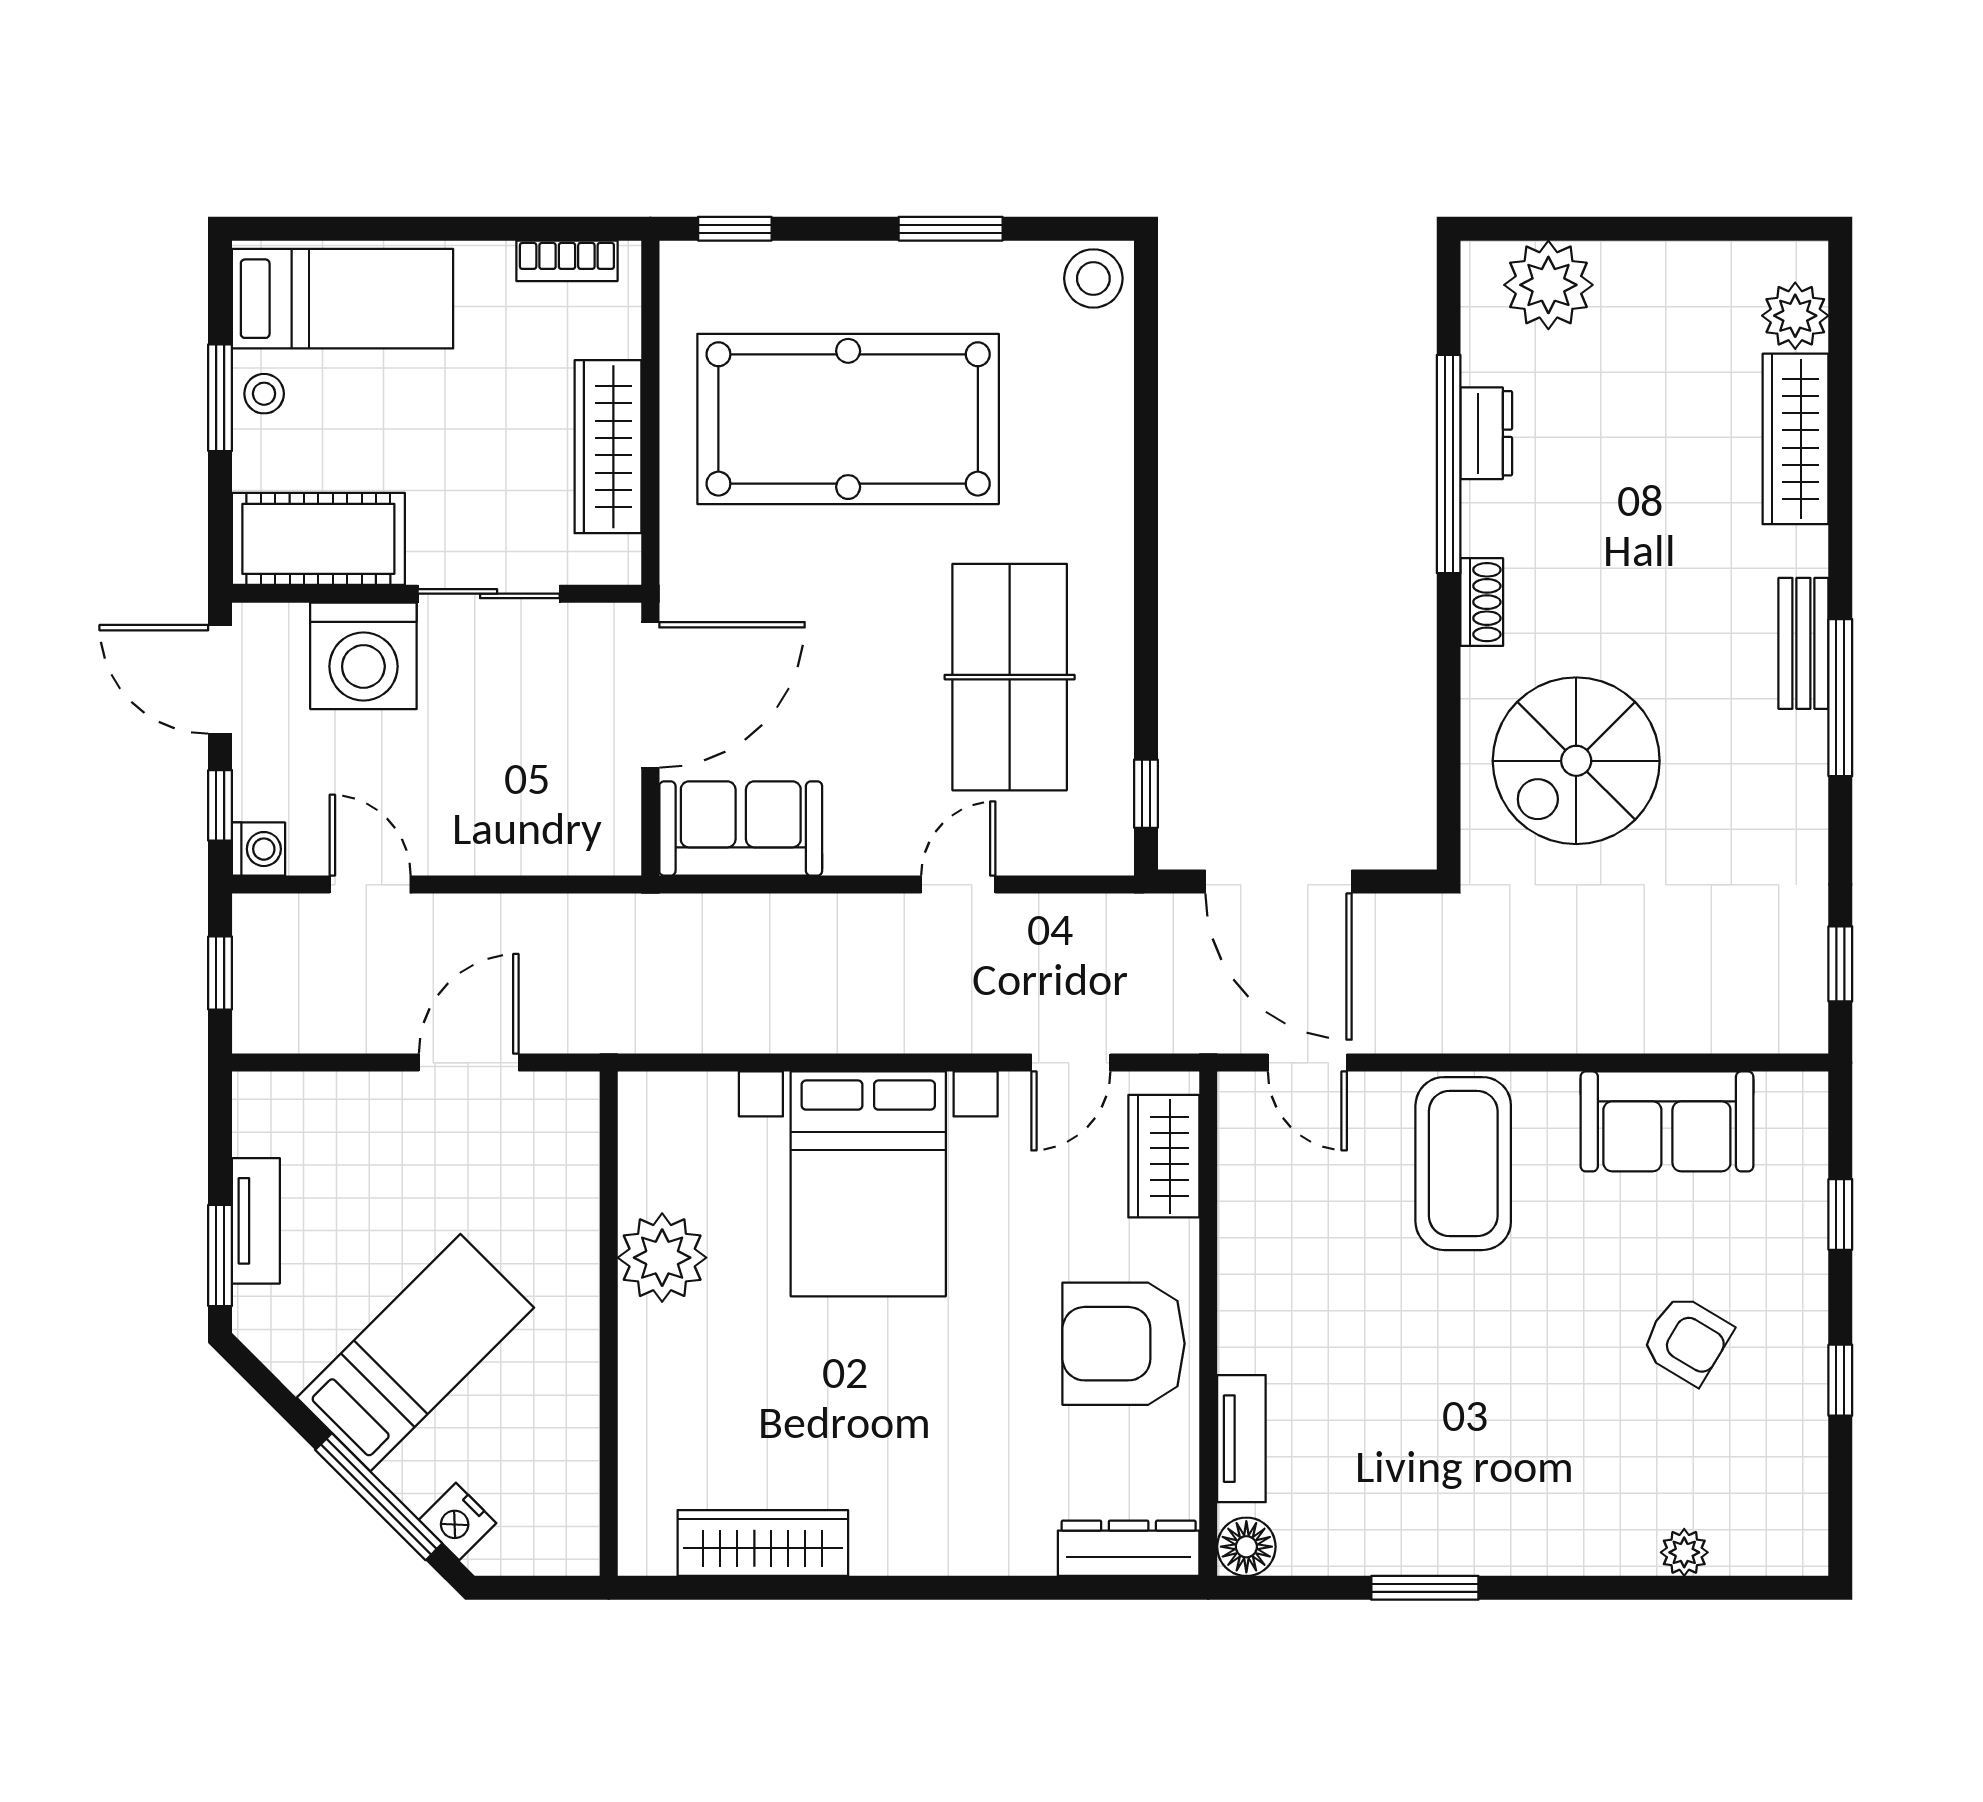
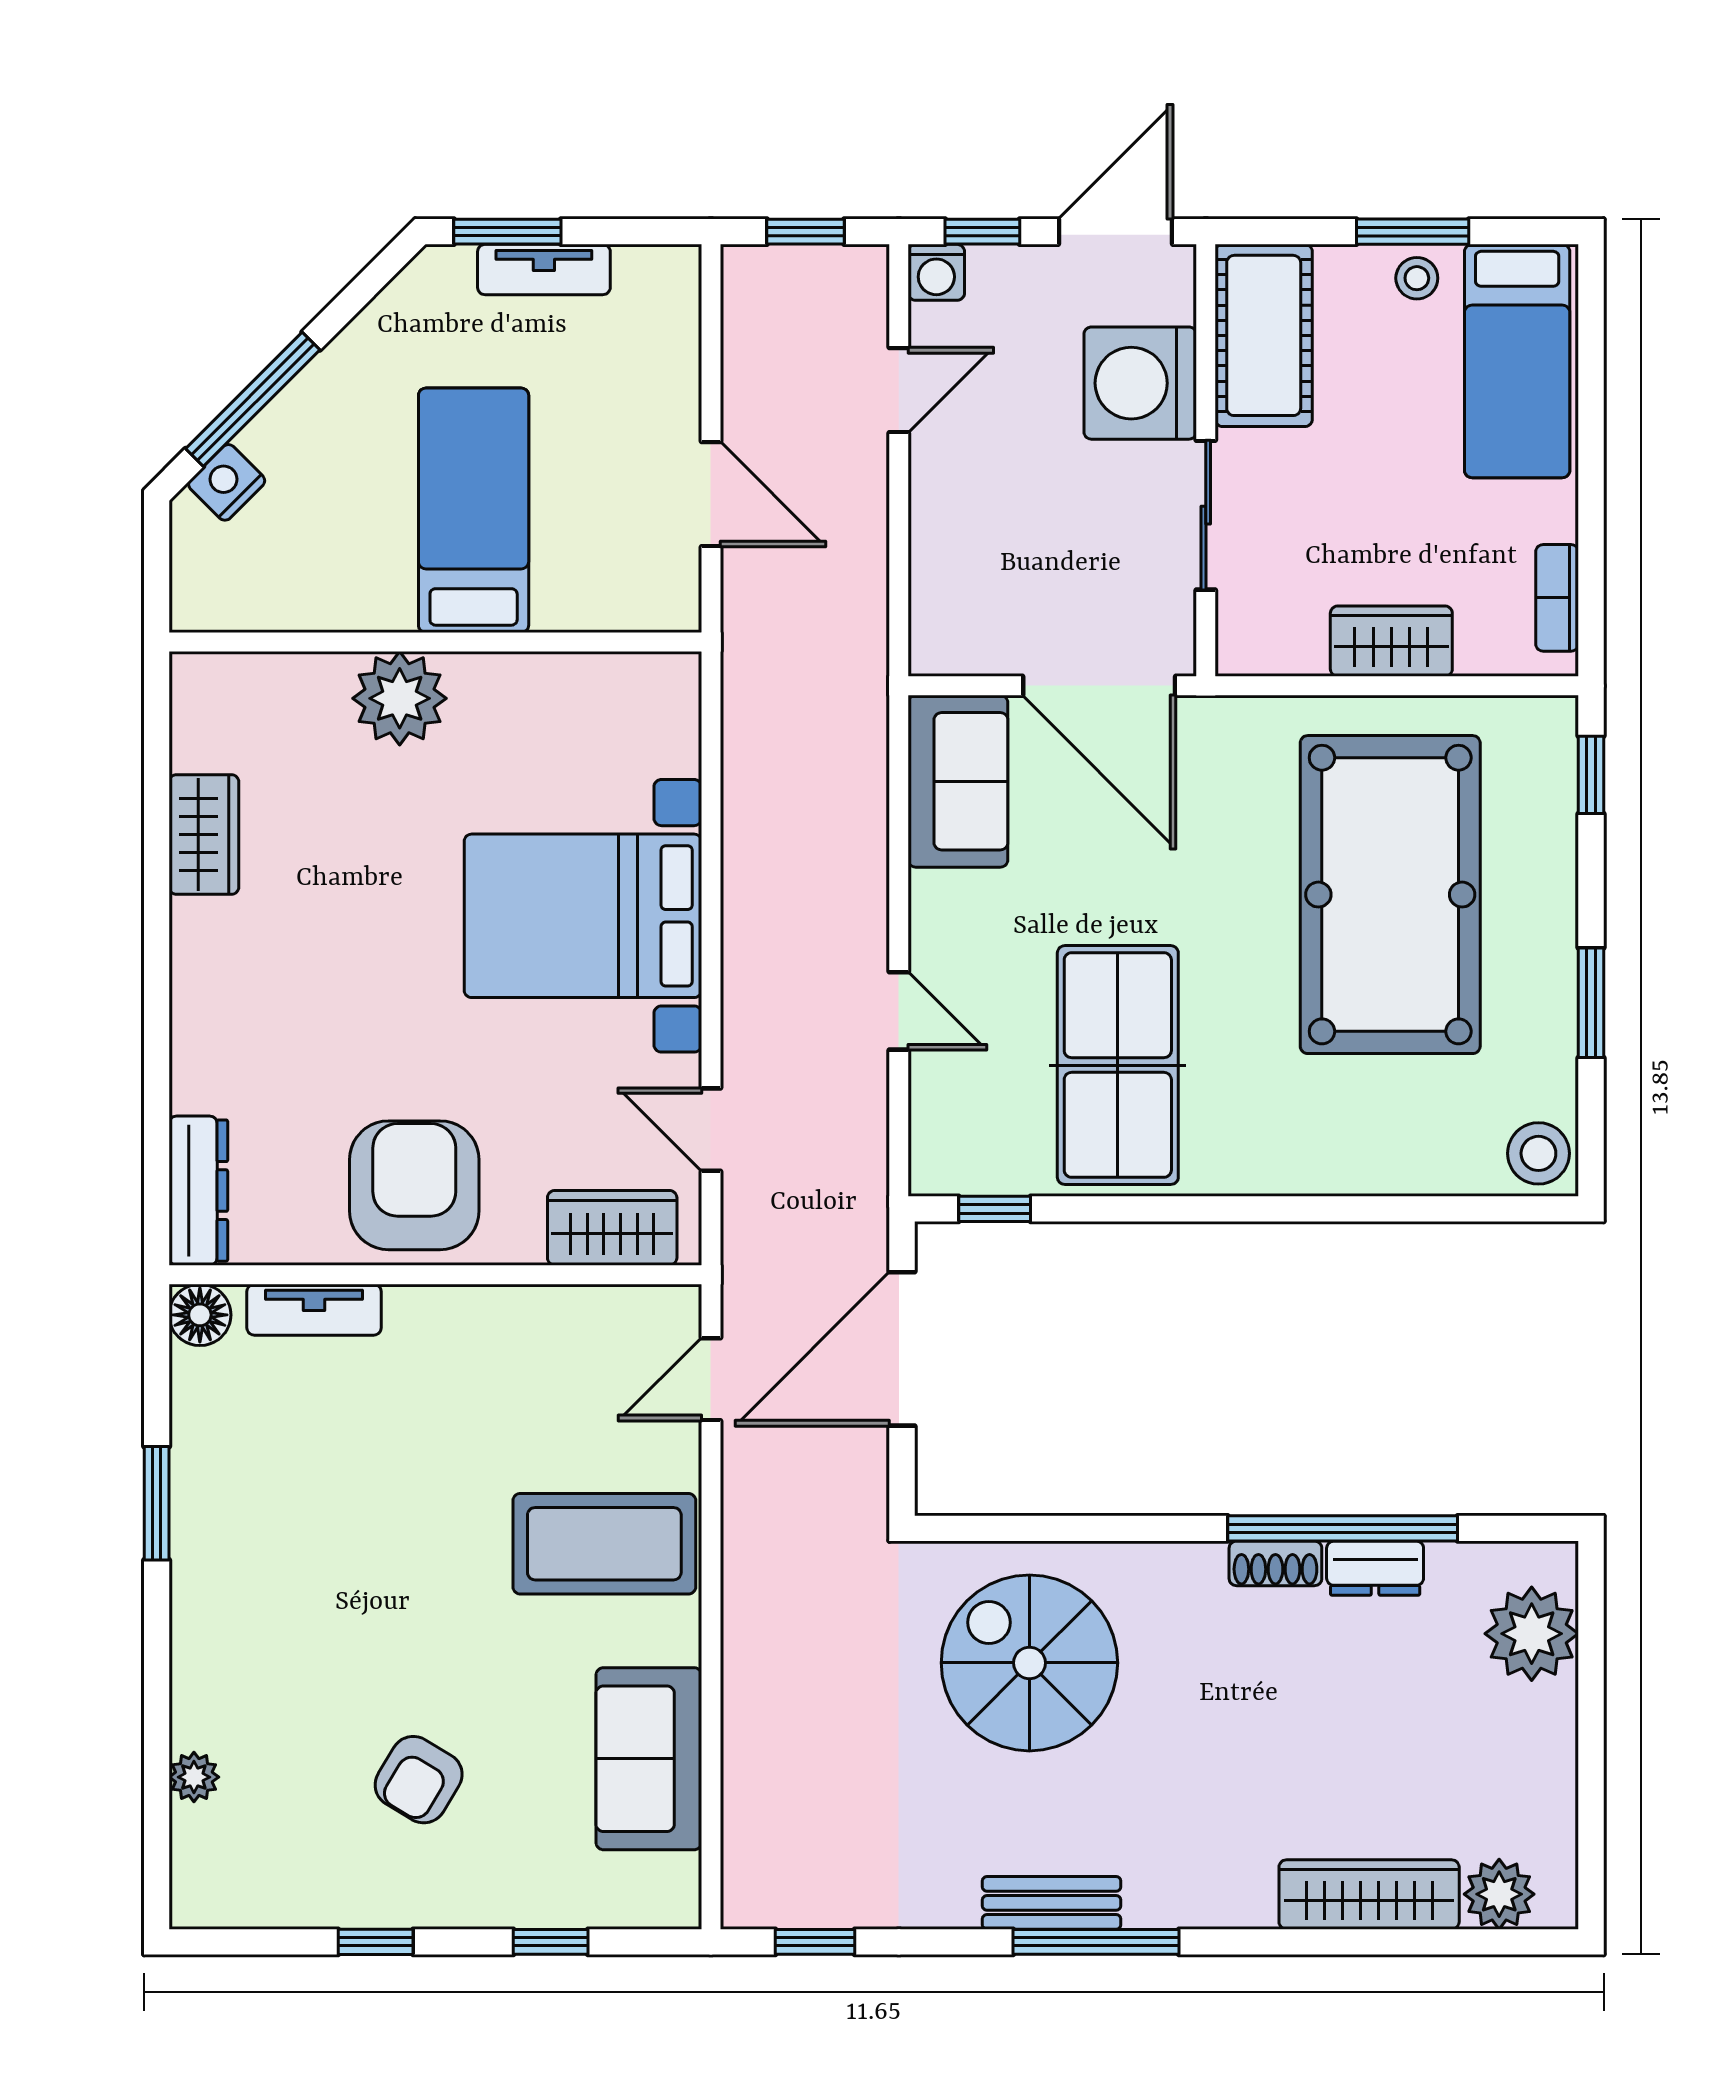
wardrobe: (608, 447) -> (1391, 641), width x0.67
shoe rack: (1482, 602) -> (1275, 1563), moved
bench: (1803, 643) -> (1052, 1903), moved
table tennis table: (1010, 677) -> (1118, 1065), turned 90
plant: (662, 1258) -> (400, 698), moved
bed: (415, 1353) -> (474, 510), moved, turned -135
wardrobe: (763, 1543) -> (204, 835), width x0.67

